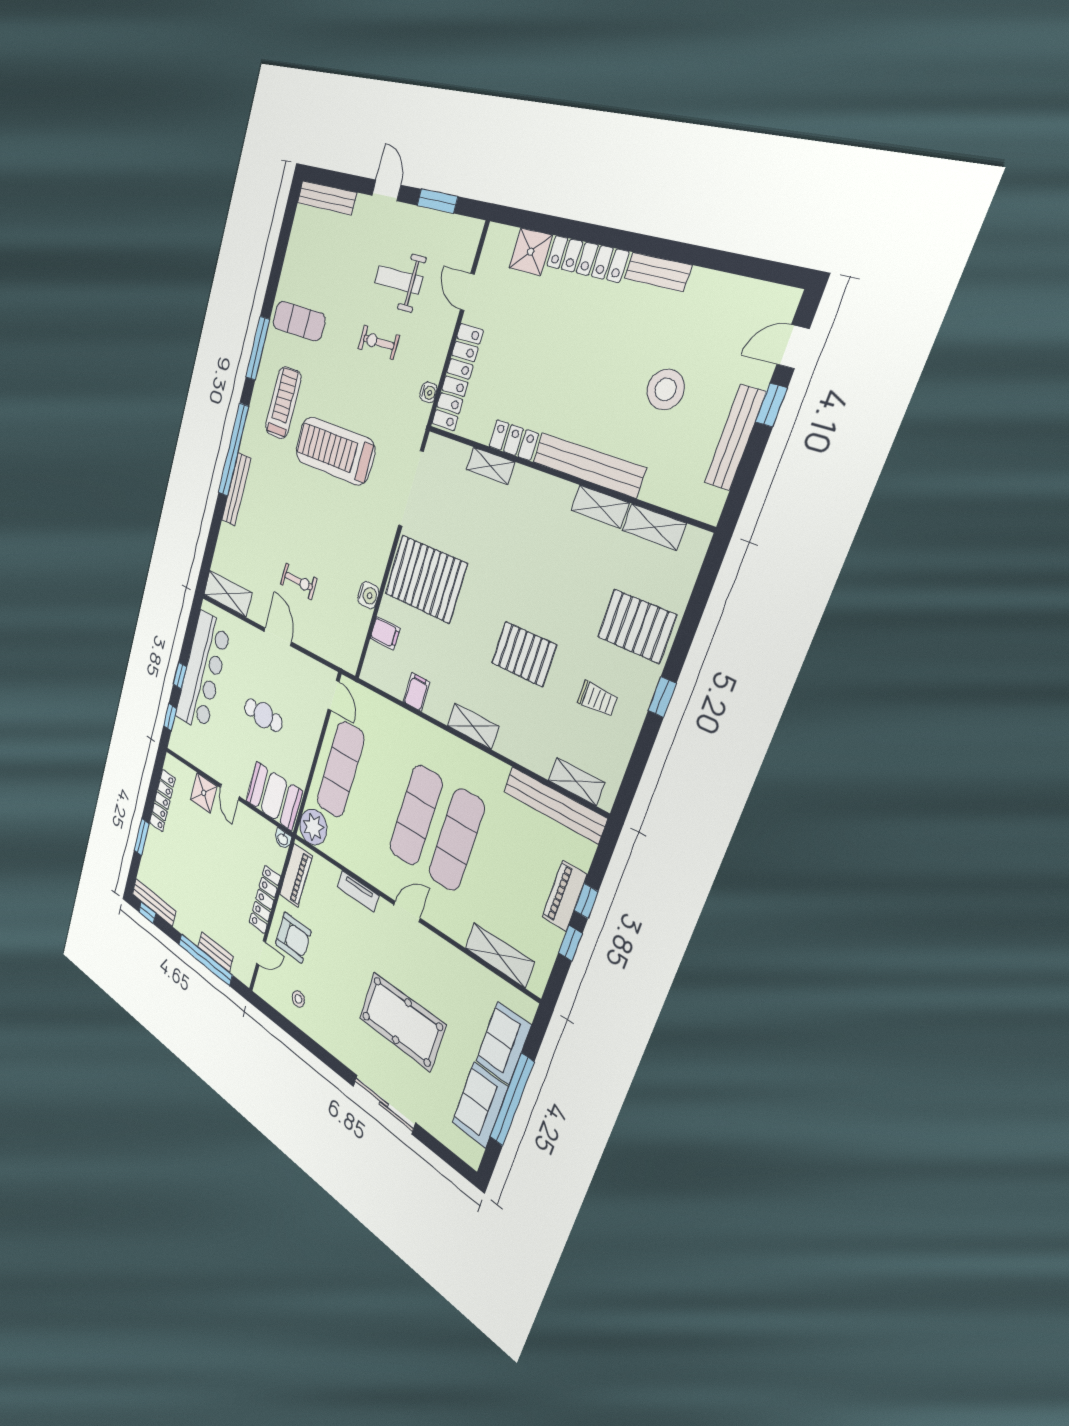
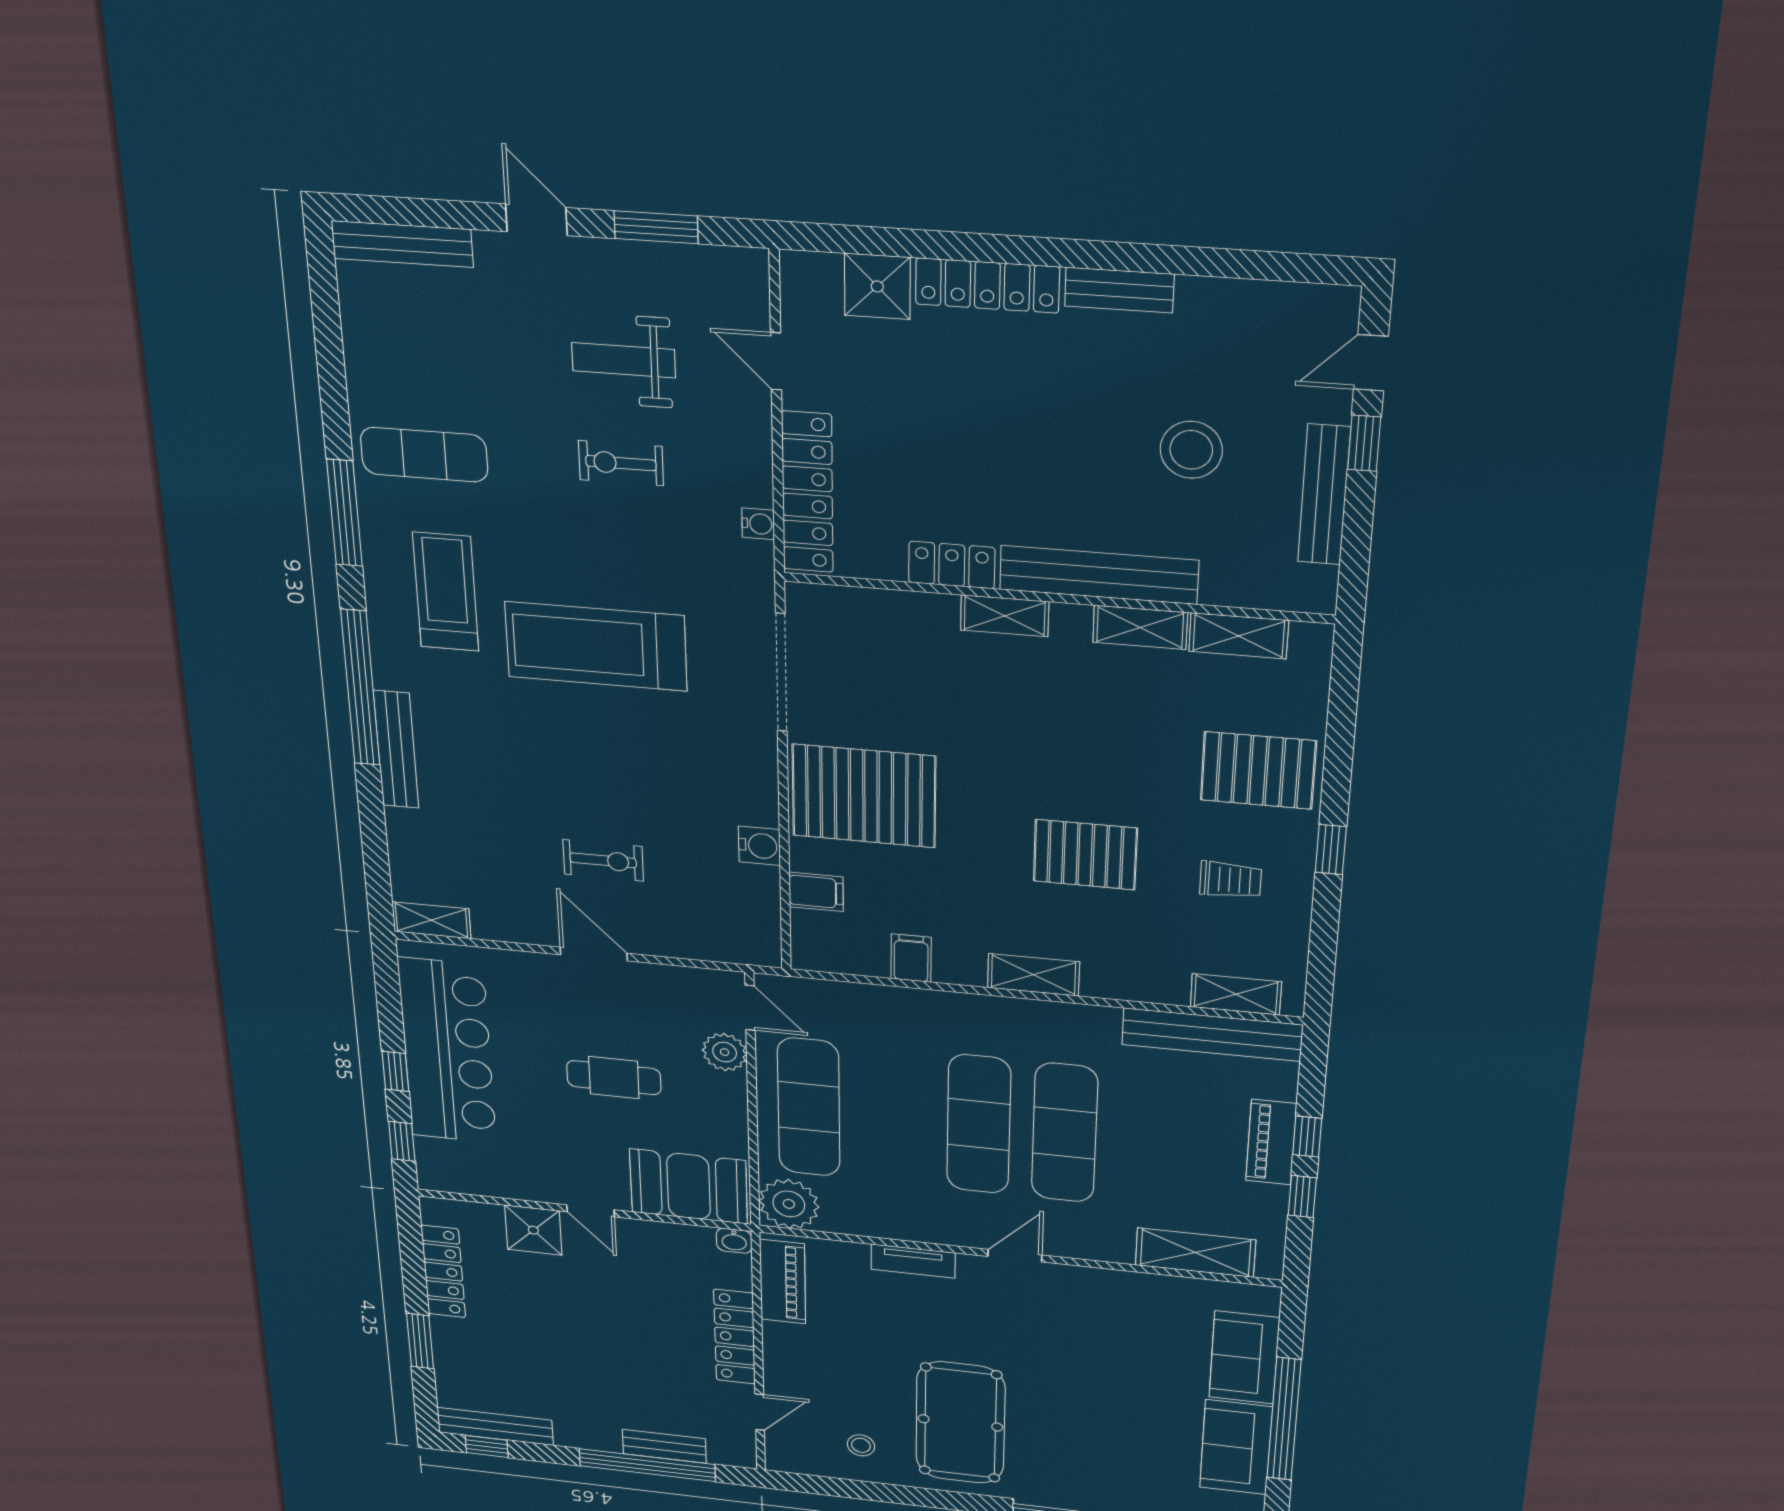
shelving: (490, 466) -> (1005, 616), moved
shelving: (228, 594) -> (431, 920), width x0.67, depth x0.75
plant: (314, 719) -> (725, 1052), added
armchair: (293, 938) -> (815, 1368), removed
pool table: (402, 1021) -> (960, 1423), moved, turned 90

